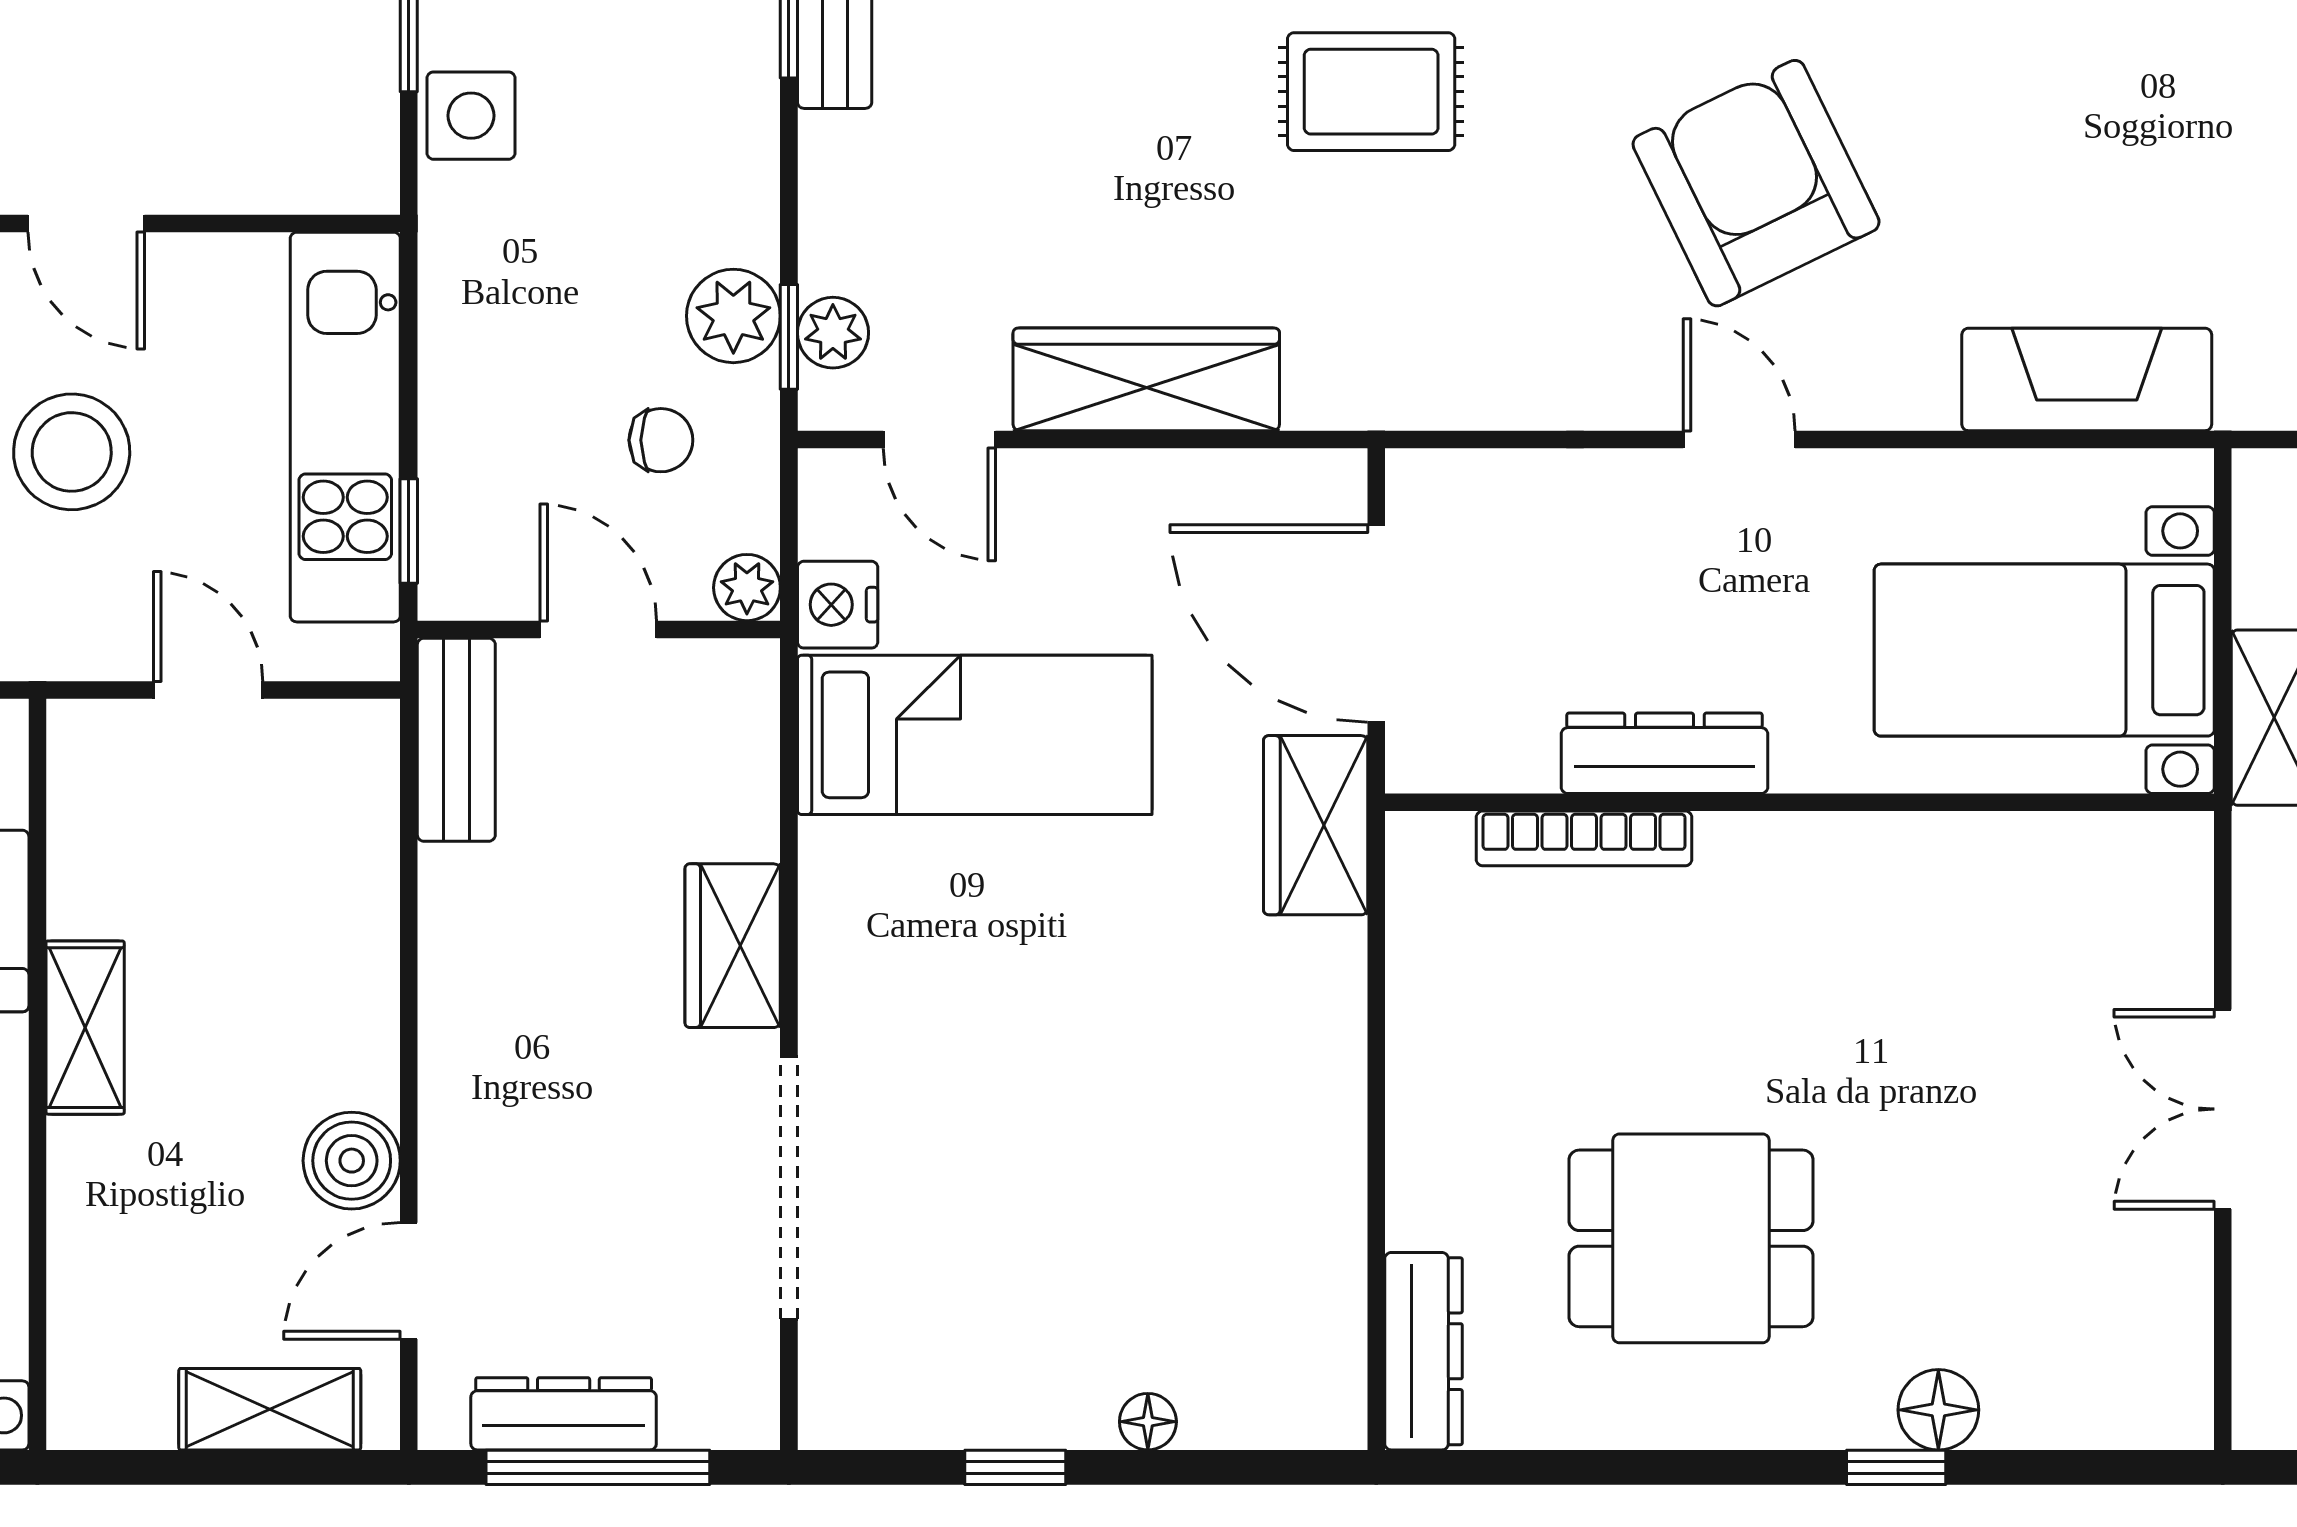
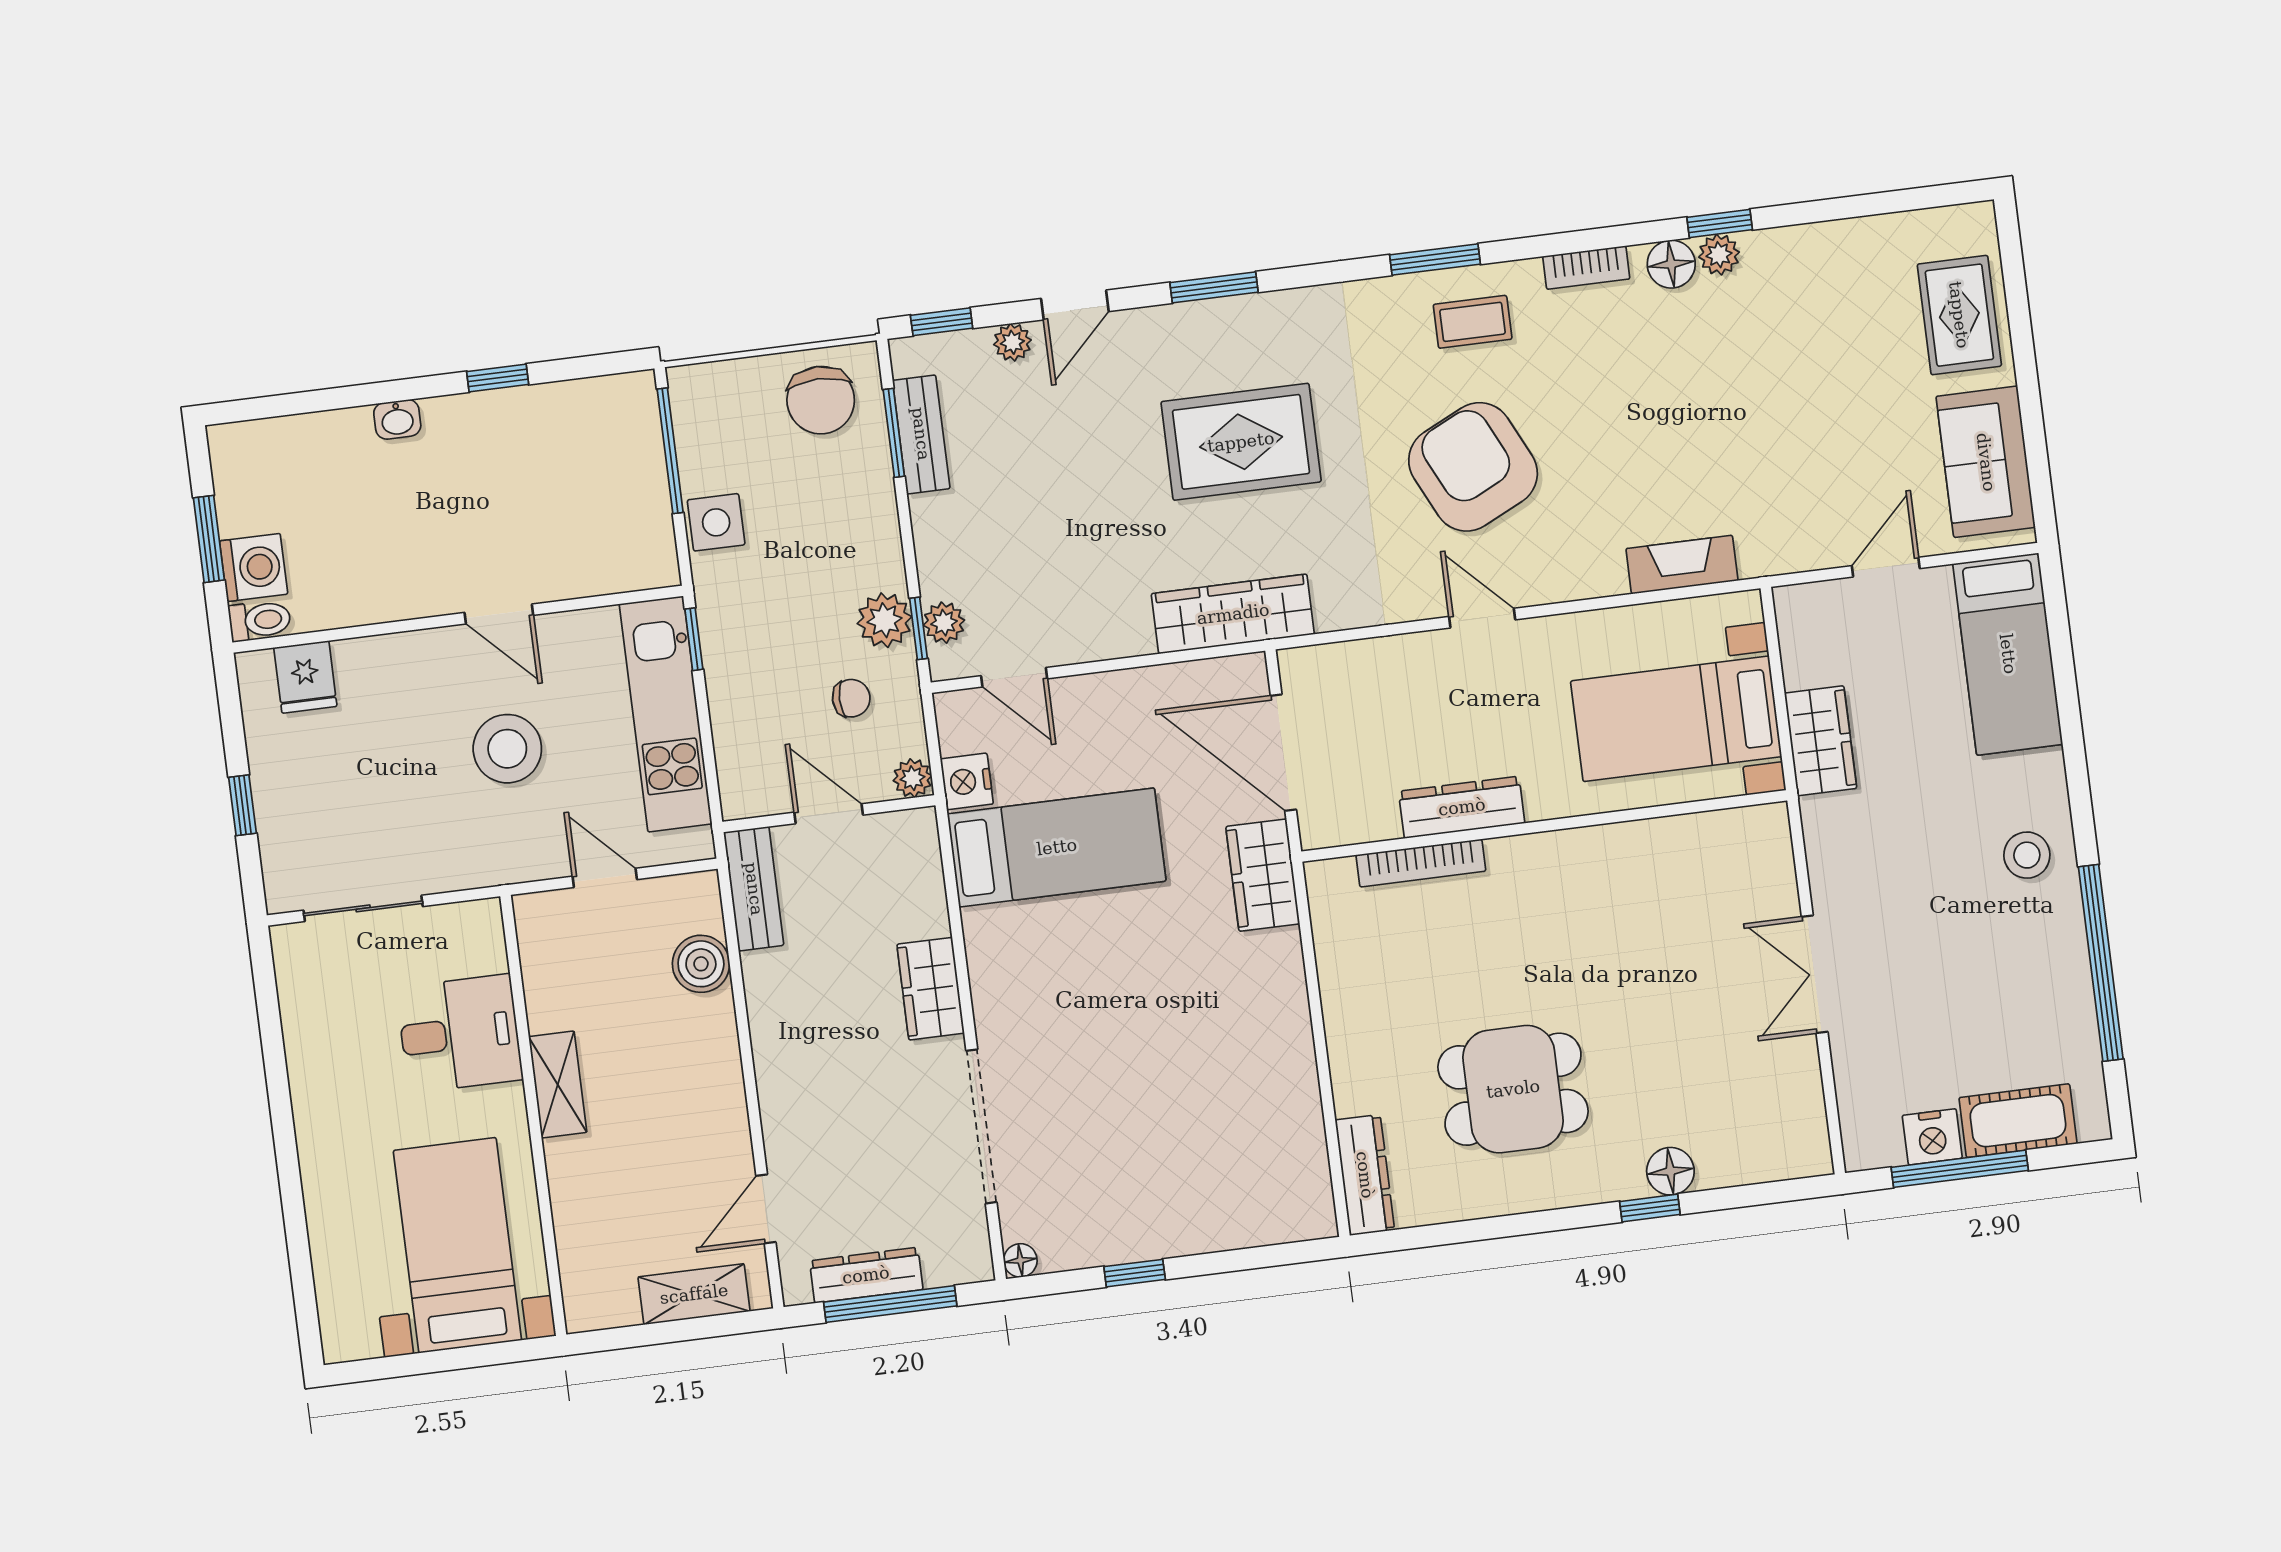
rug: (1371, 92) -> (1241, 442), width x1.36, depth x1.43
wardrobe: (1146, 379) -> (1233, 614), moved
fireplace: (2087, 379) -> (1682, 565), width x0.73, depth x0.76
window: (409, 531) -> (694, 639), moved
boiler: (352, 1161) -> (701, 964), moved
floor lamp: (1148, 1422) -> (1020, 1260), moved

